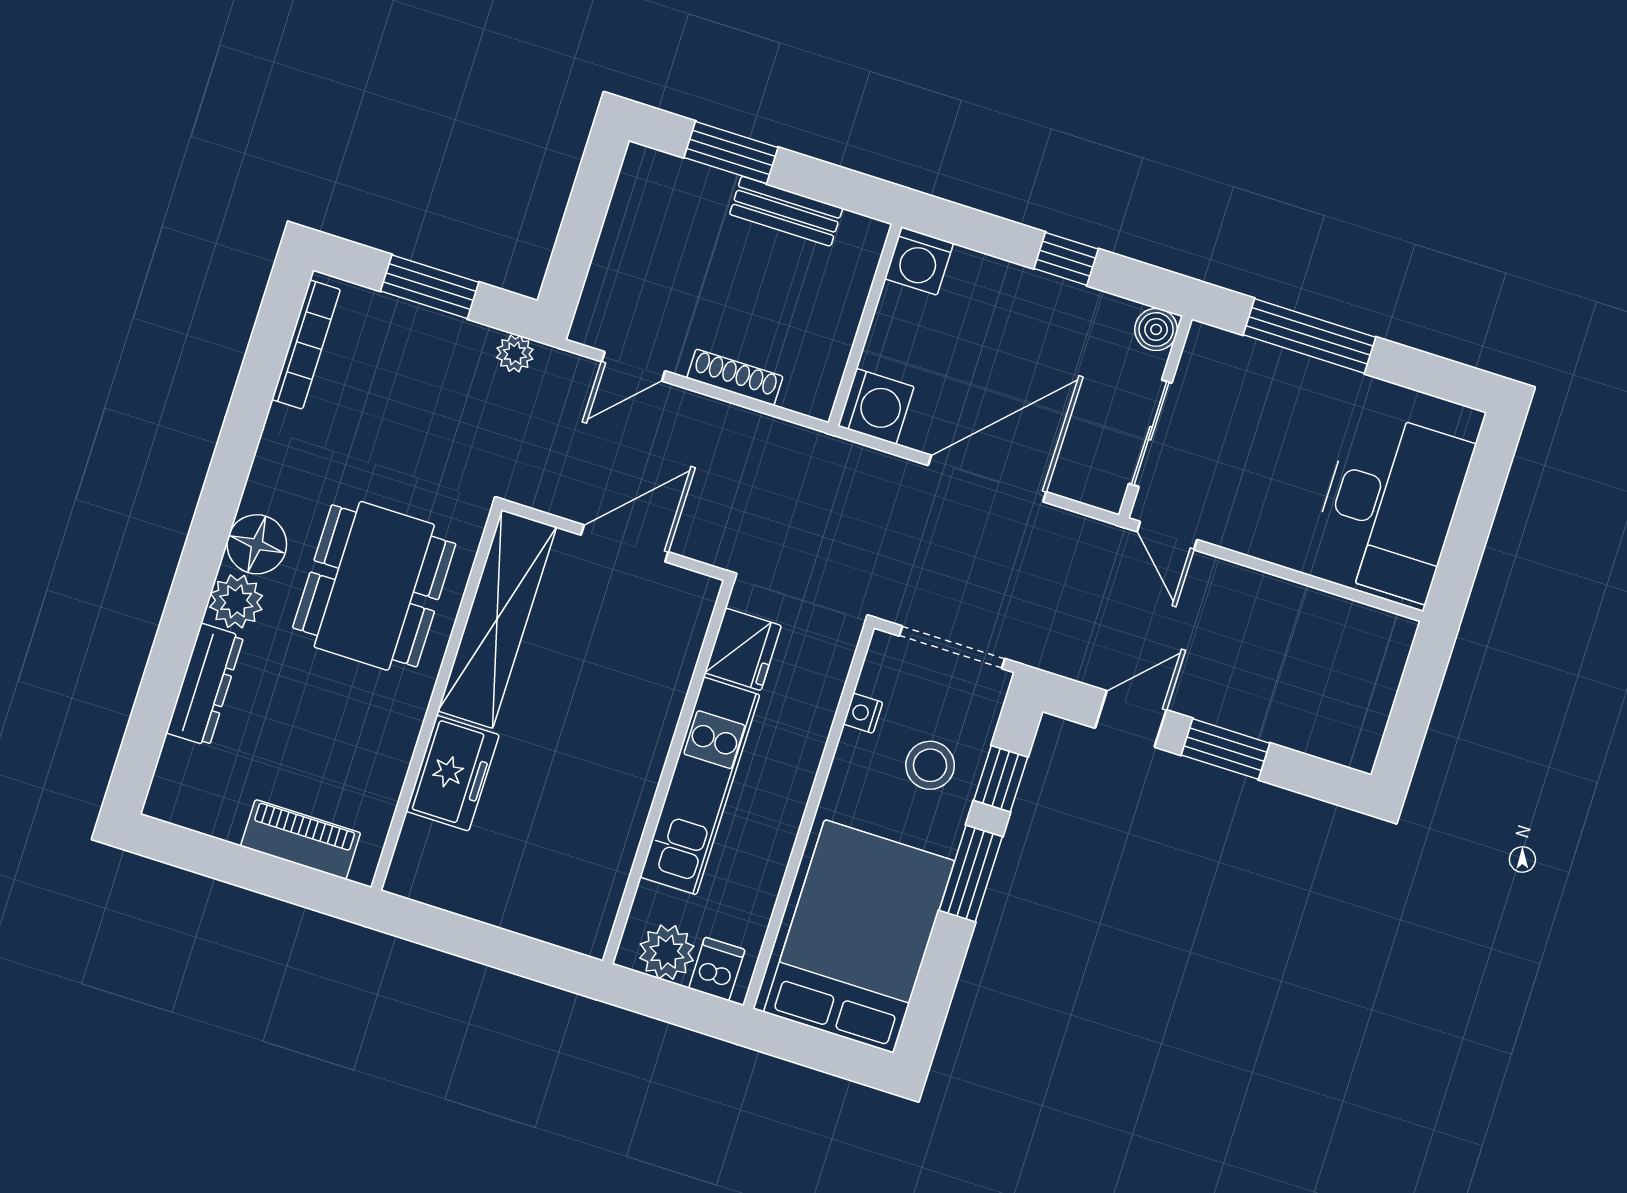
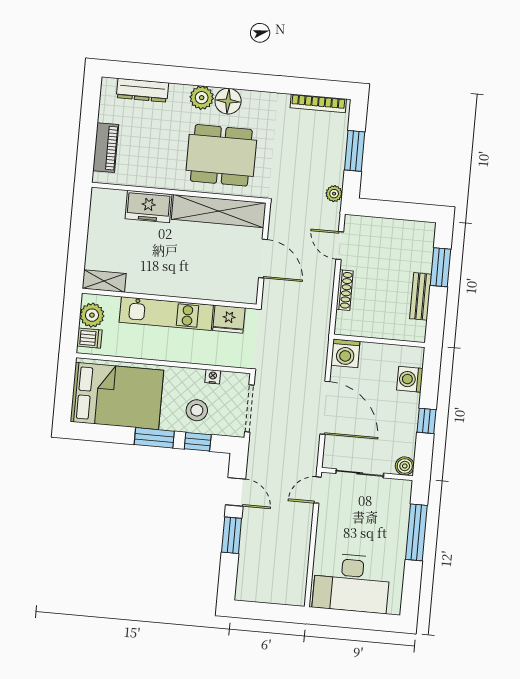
washing machine: (919, 261) -> (410, 379), moved
dresser: (205, 685) -> (142, 90), moved
shelving: (597, 908) -> (104, 281), added

